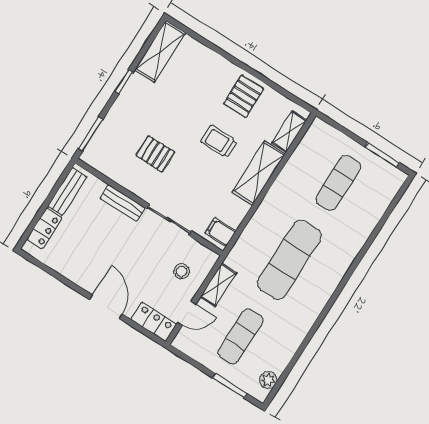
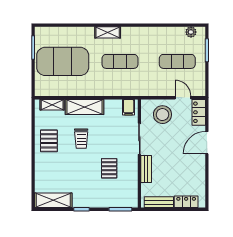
pallet: (244, 96) -> (49, 141), turned 90
exercise mat: (338, 183) -> (63, 61), width x2.00, depth x1.45
exercise mat: (289, 260) -> (120, 61), width x0.73, depth x0.69
stool: (182, 271) -> (162, 115), width x1.89, depth x1.89
shelving: (218, 285) -> (108, 32), moved

